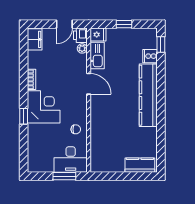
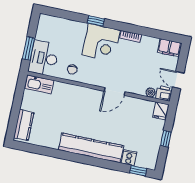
kitchen sink: (97, 56) -> (40, 84), moved

